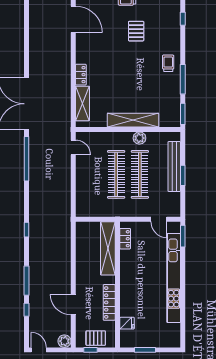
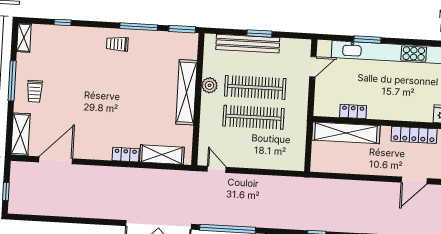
pallet: (136, 31) -> (75, 82), removed
door: (73, 147) -> (217, 169), hinge flipped
window: (183, 236) -> (367, 40), moved
locker: (125, 239) -> (353, 111), moved

